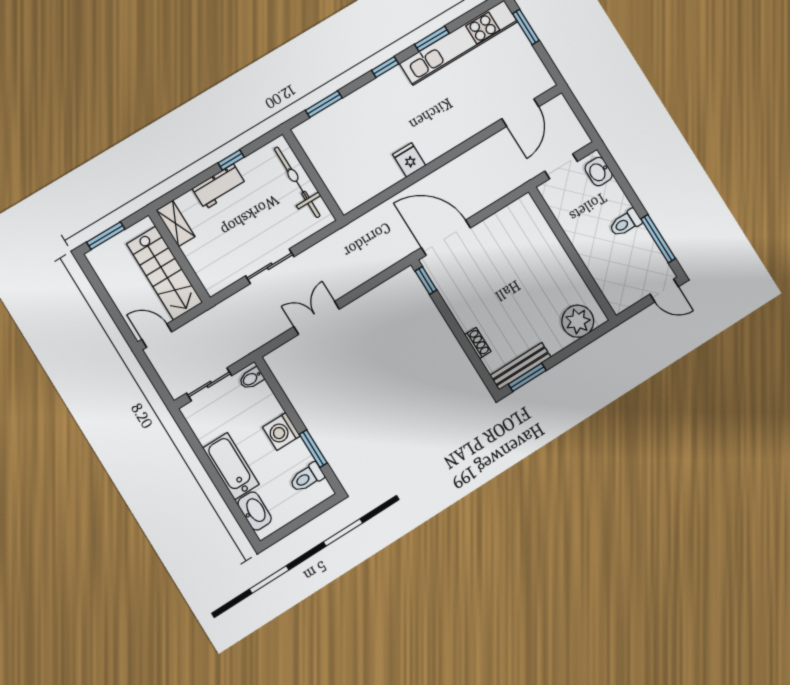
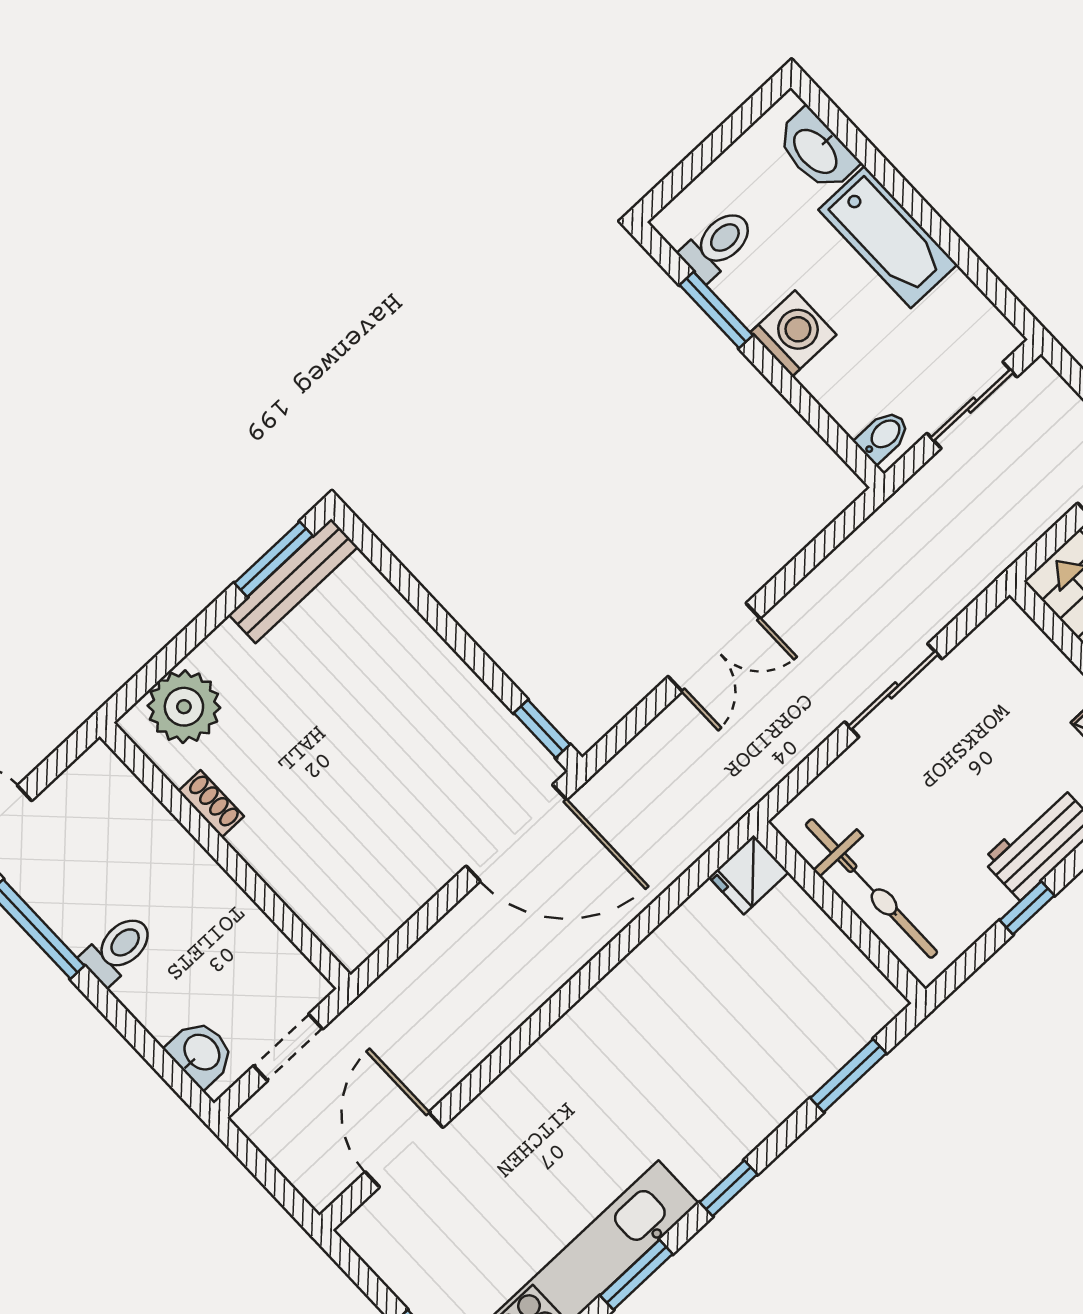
fridge: (409, 160) -> (749, 875), moved, turned 90
double door: (317, 318) -> (714, 647), moved
shoe rack: (478, 343) -> (211, 804), moved, turned 180

